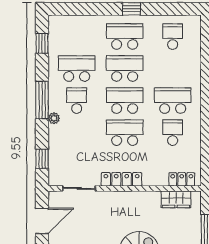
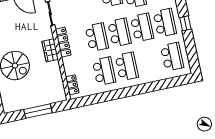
school desk: (173, 36) -> (172, 57), width x1.85
school desk: (173, 133) -> (104, 71), width x1.85
wardrobe: (176, 199) -> (50, 50), moved

